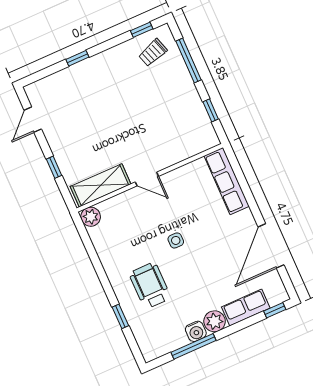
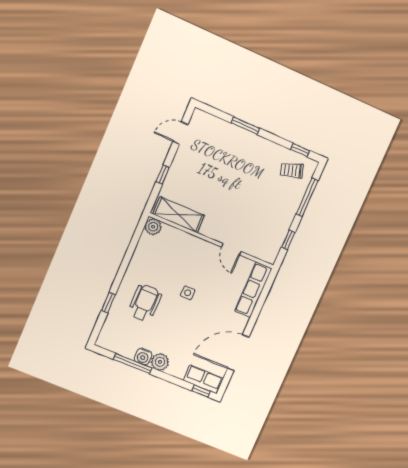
window: (77, 58) -> (245, 126), width x1.50
door: (147, 179) -> (231, 249), moved
row of seats: (246, 307) -> (203, 379), moved

